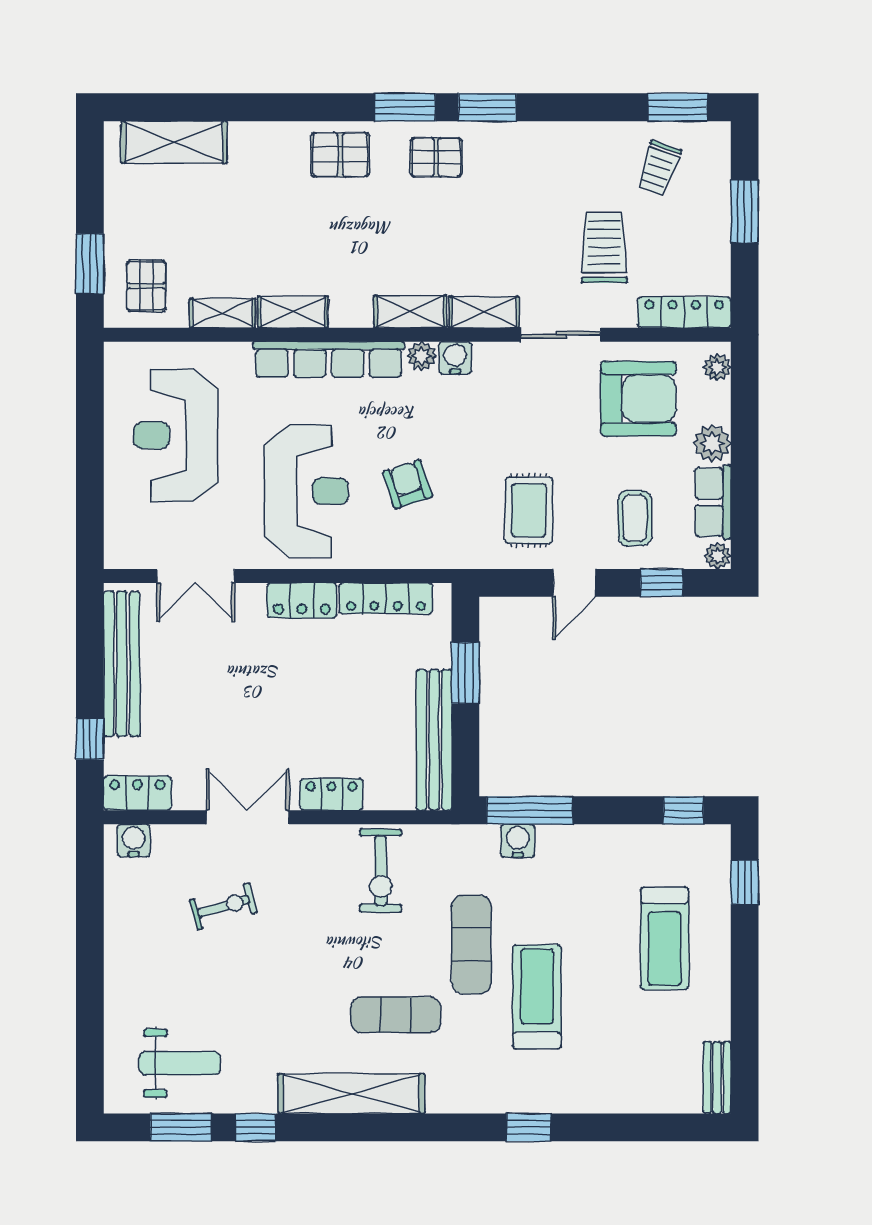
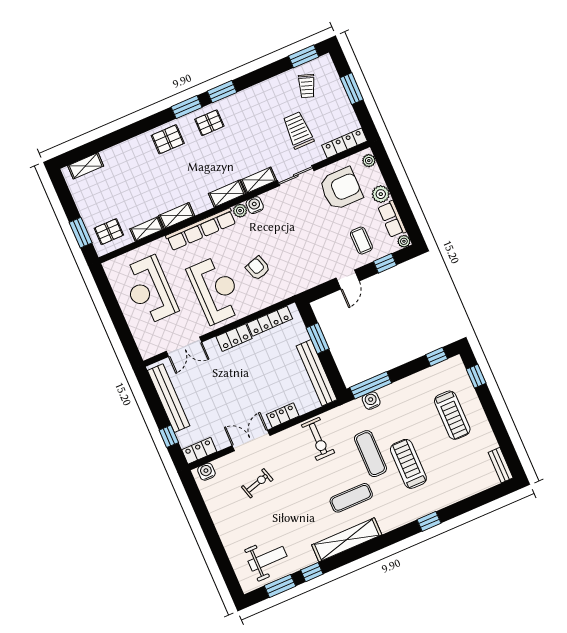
shelving: (174, 142) -> (86, 166), width x0.67, depth x0.75
pallet: (146, 286) -> (109, 232), turned 90
rug: (529, 510) -> (315, 257), removed

